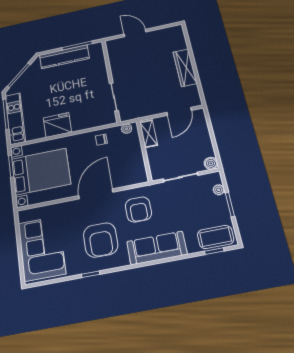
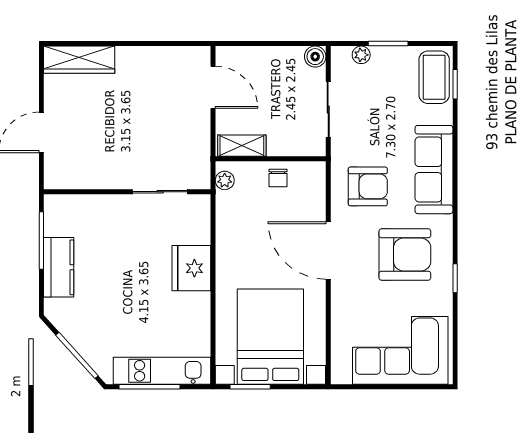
kitchen counter: (64, 57) -> (59, 267), width x0.67
wardrobe: (185, 68) -> (79, 60), moved
fridge: (57, 125) -> (191, 268), moved
chair: (101, 140) -> (278, 178), moved

